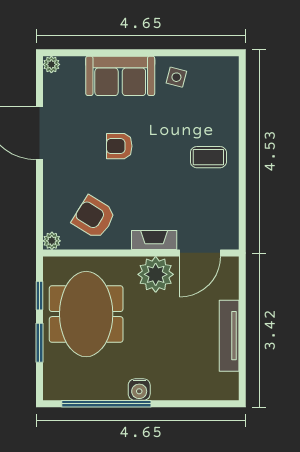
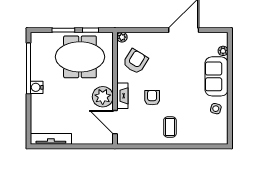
plant: (51, 64) -> (223, 51), moved
armchair: (119, 146) -> (152, 98), moved
tv unit: (229, 336) -> (51, 139), moved

